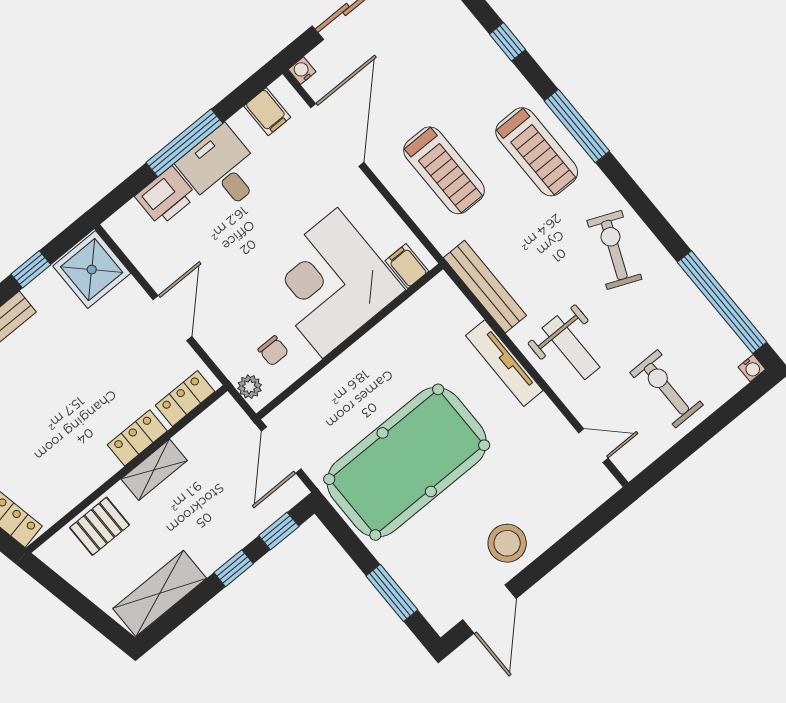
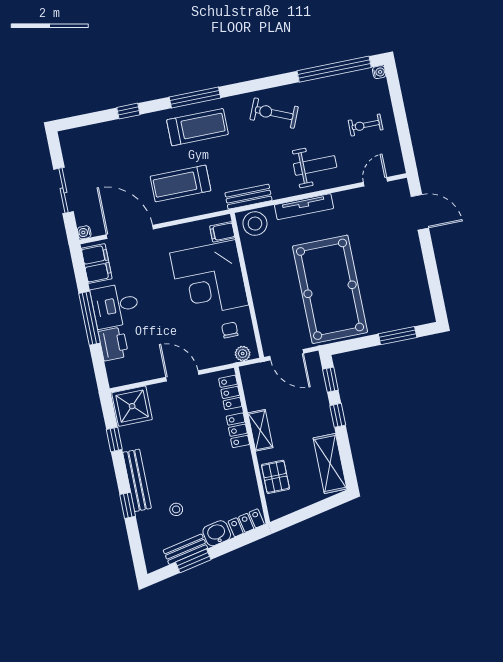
filing cabinet: (267, 112) -> (97, 264), width x2.00
treadmill: (444, 170) -> (181, 183), turned 180
bench: (485, 287) -> (248, 197), width x0.73
chair: (273, 351) -> (230, 330), turned -90
exercise bike: (666, 389) -> (366, 125), width x0.73, depth x0.72
stool: (507, 543) -> (255, 224), moved
door: (489, 609) -> (420, 212), moved

